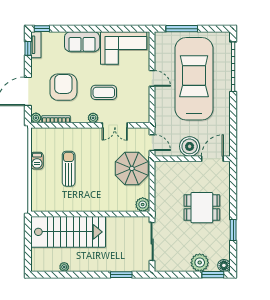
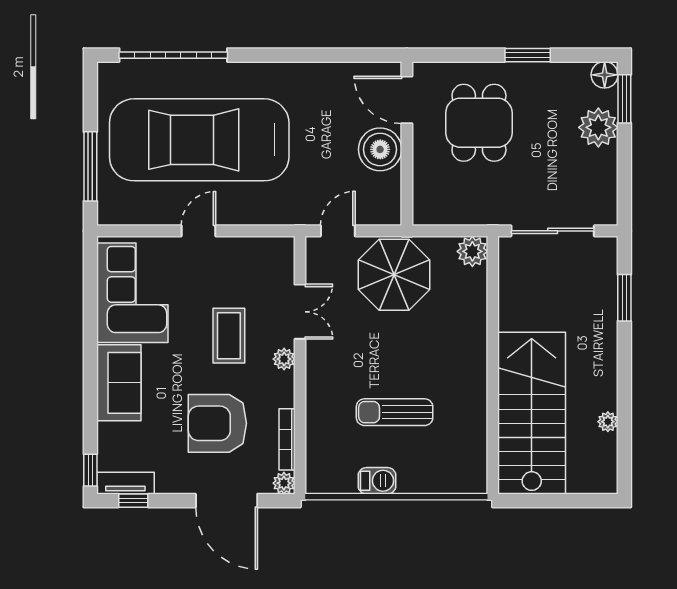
boiler: (190, 146) -> (380, 149), moved
wall: (192, 159) -> (407, 144), moved
door: (212, 159) -> (407, 100), moved

